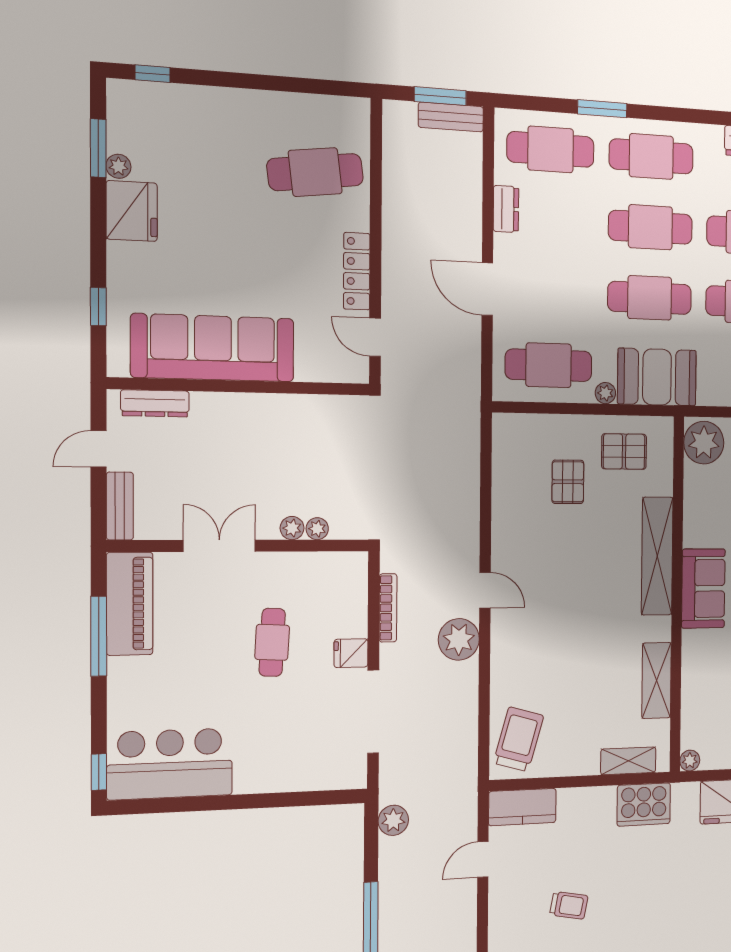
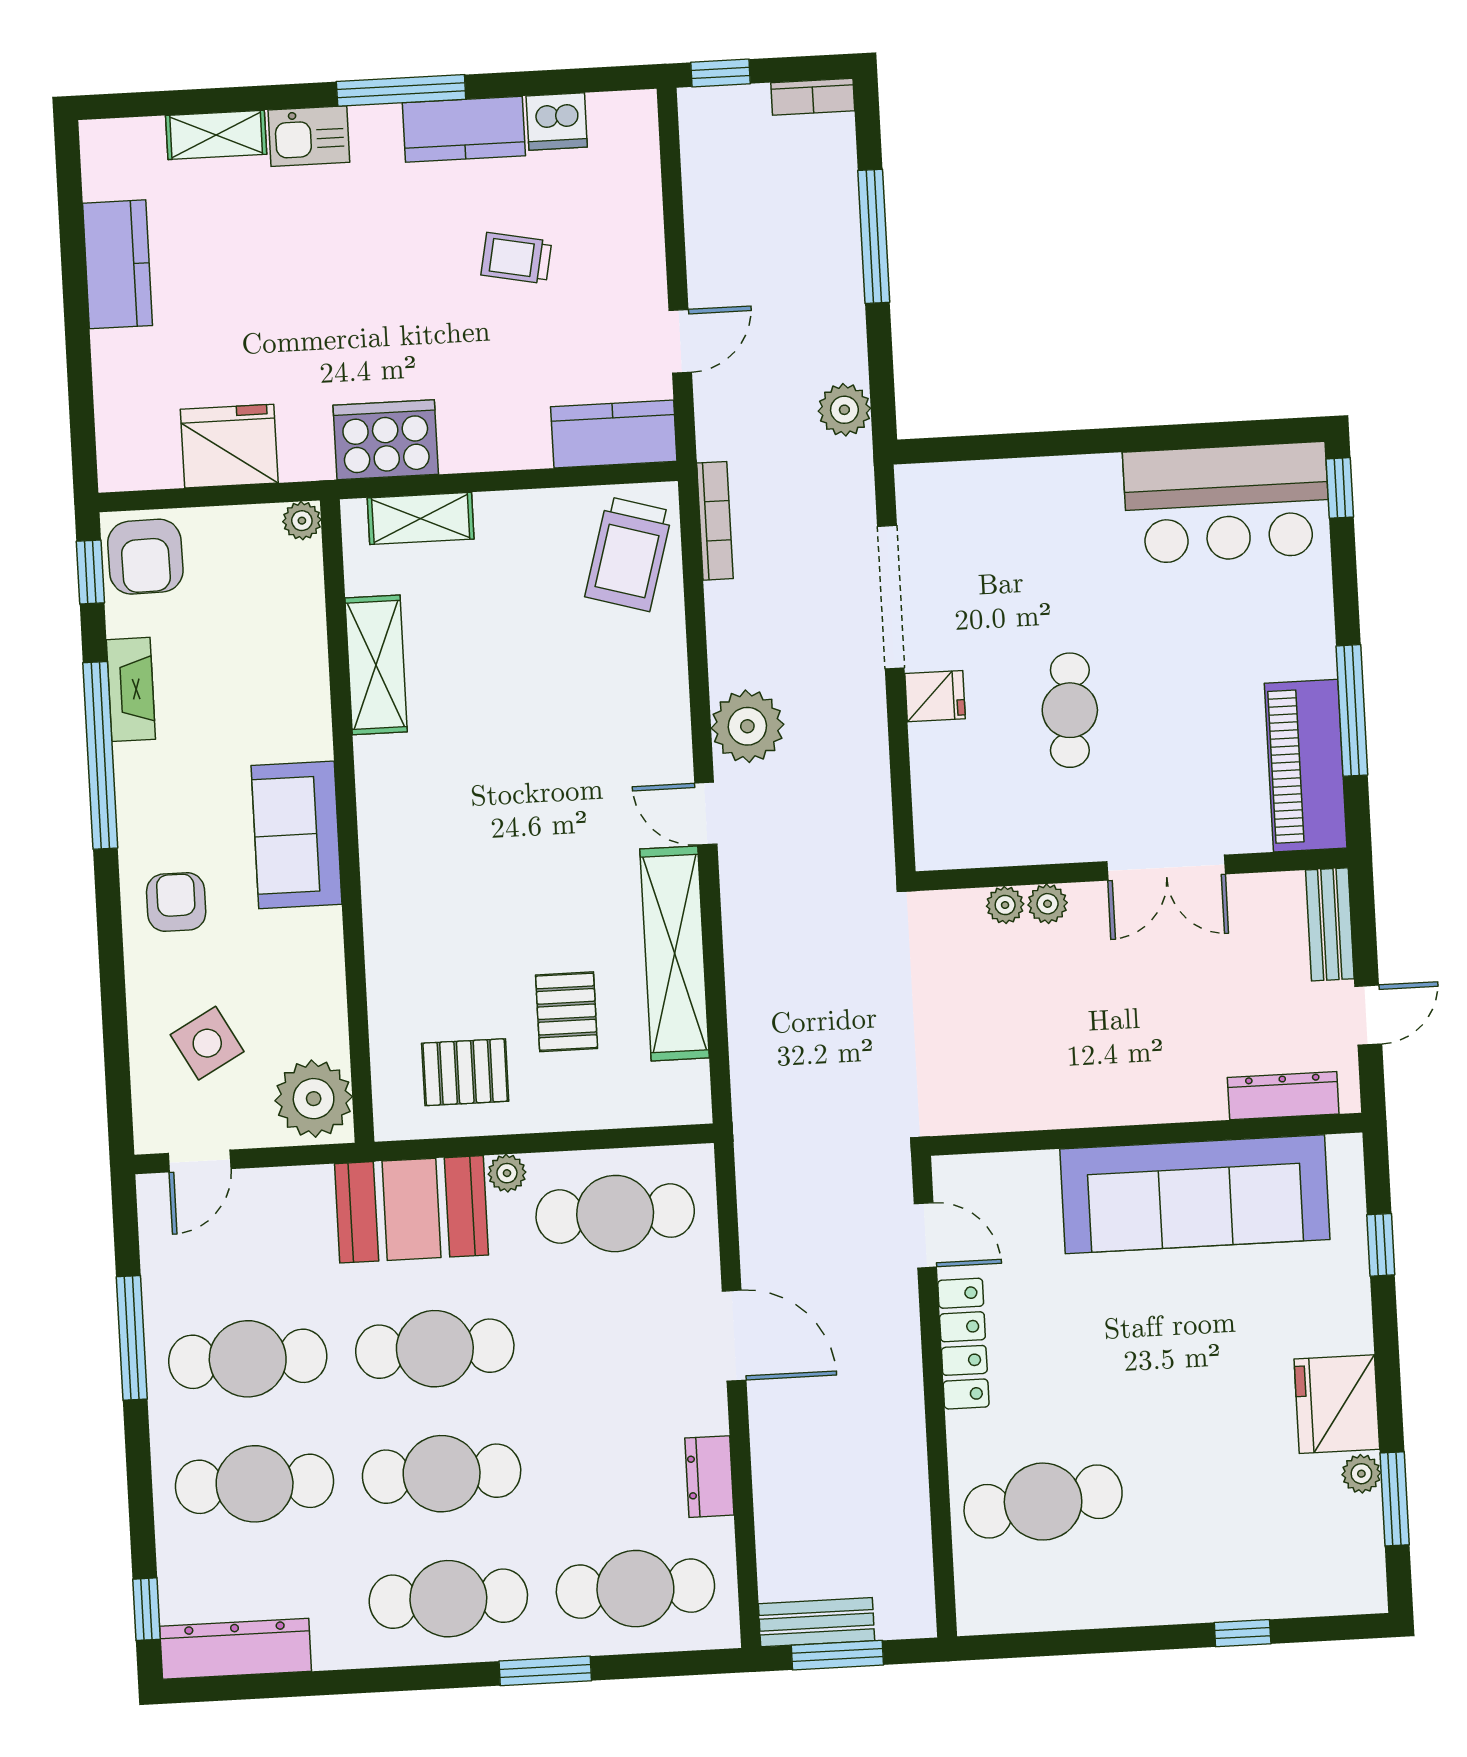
window: (153, 74) -> (1243, 1633), moved
shelving: (657, 556) -> (675, 953), moved
bookcase: (388, 608) -> (715, 521), moved, turned 180

